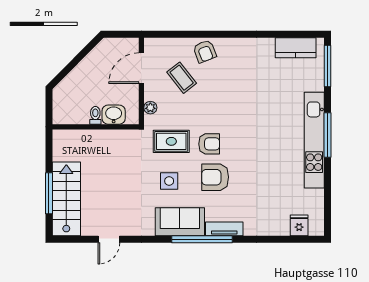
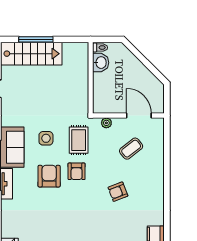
armchair: (205, 51) -> (118, 192), moved
toilet: (95, 115) -> (100, 48), moved
washbasin: (114, 115) -> (101, 63), moved

